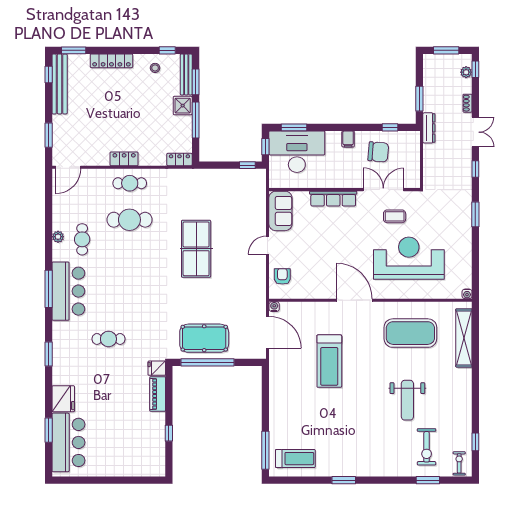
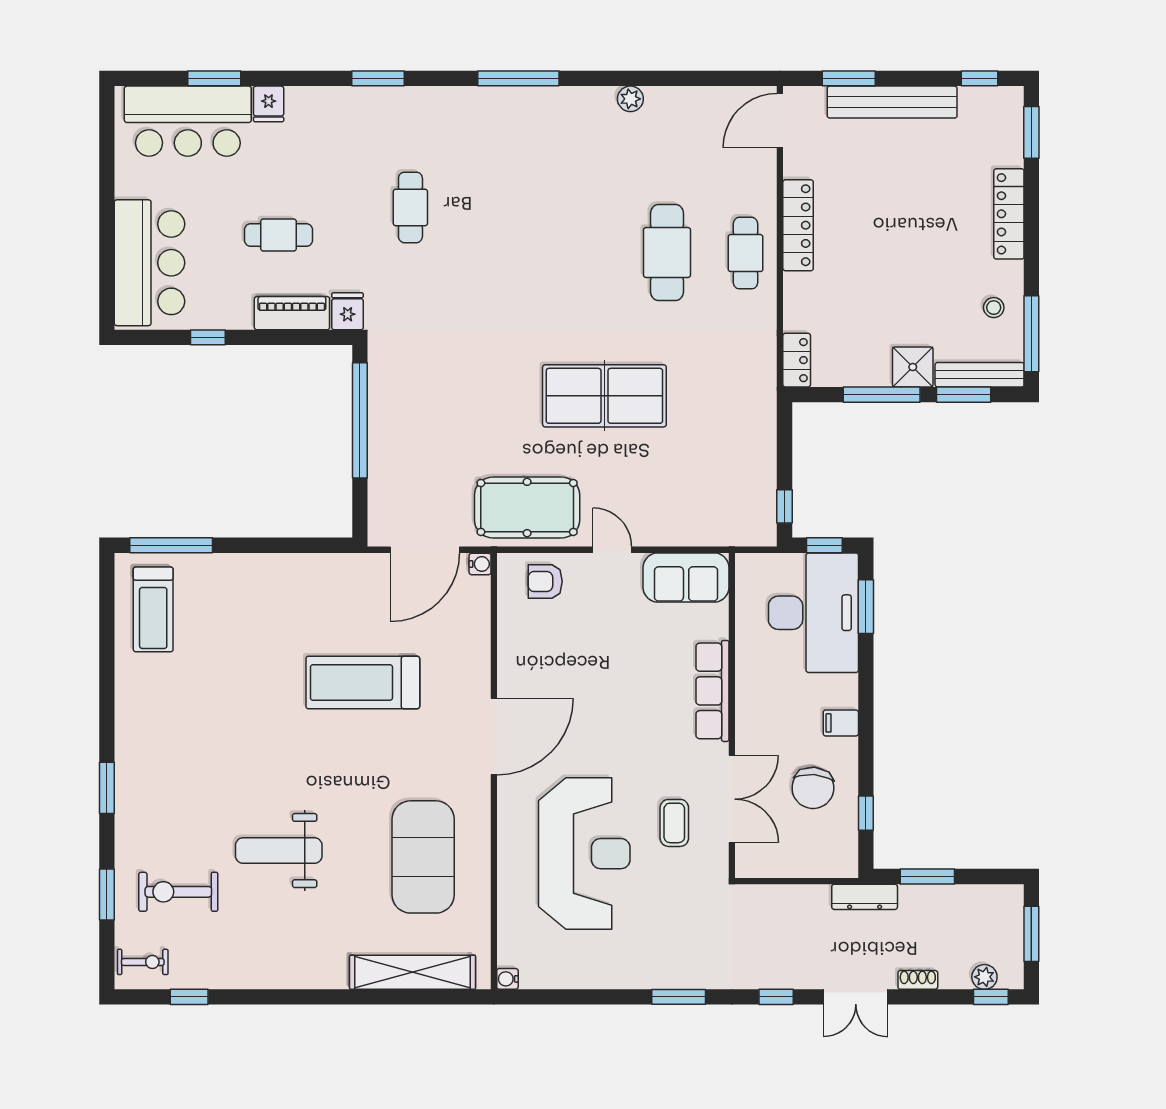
window: (167, 50) -> (1031, 334), width x2.17
bench: (60, 84) -> (892, 102), moved
locker: (124, 159) -> (798, 225), width x1.53
door: (68, 167) -> (780, 121), hinge flipped
cafe table: (82, 239) -> (278, 235), moved
armchair: (282, 276) -> (545, 581), turned 180
bar counter: (68, 291) -> (149, 263), moved, turned -90
pool table: (204, 338) -> (527, 507), moved, turned 90
fridge: (63, 399) -> (269, 104), width x0.53, depth x0.75
window: (344, 480) -> (107, 788), moved

